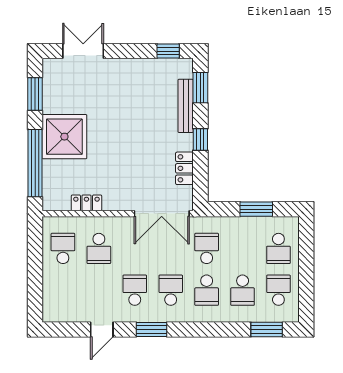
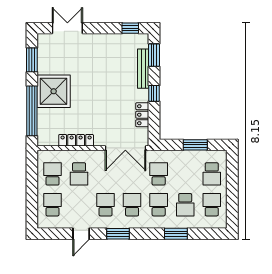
locker: (86, 203) -> (76, 140), width x1.53
school desk: (63, 290) -> (52, 205), added
school desk: (207, 290) -> (159, 205), turned 180
window: (267, 330) -> (176, 234), moved

